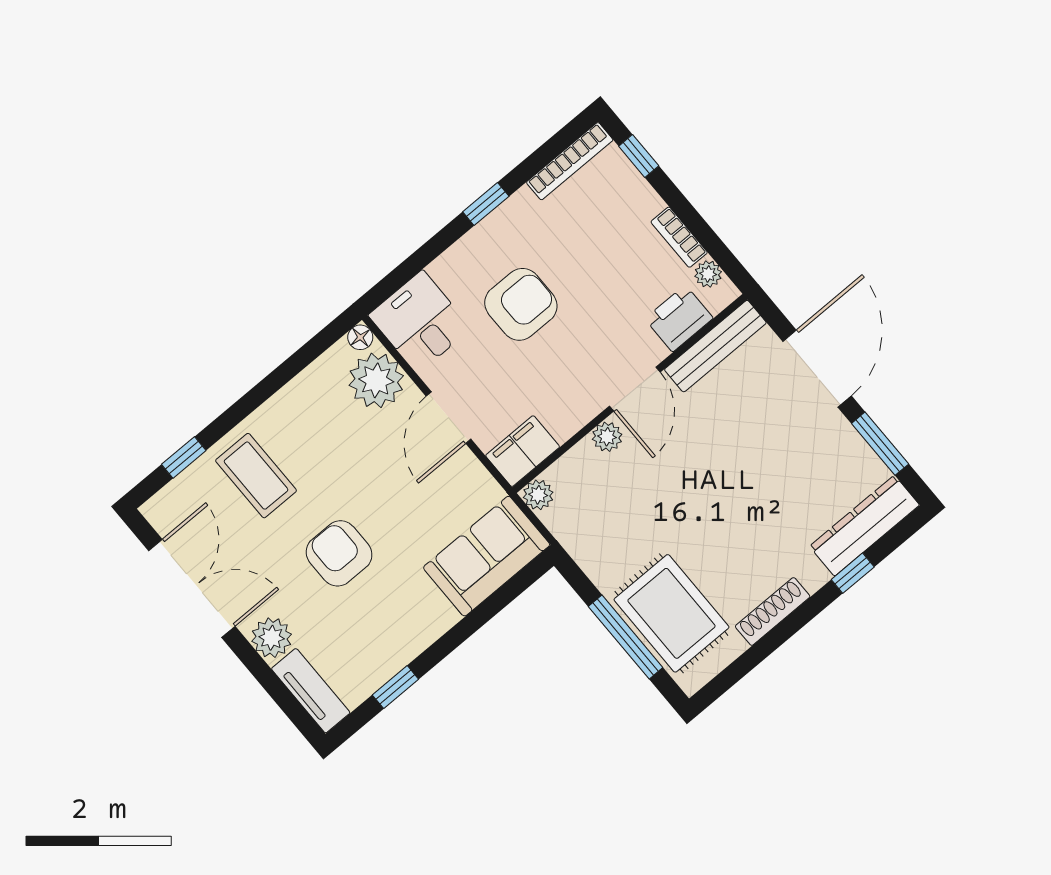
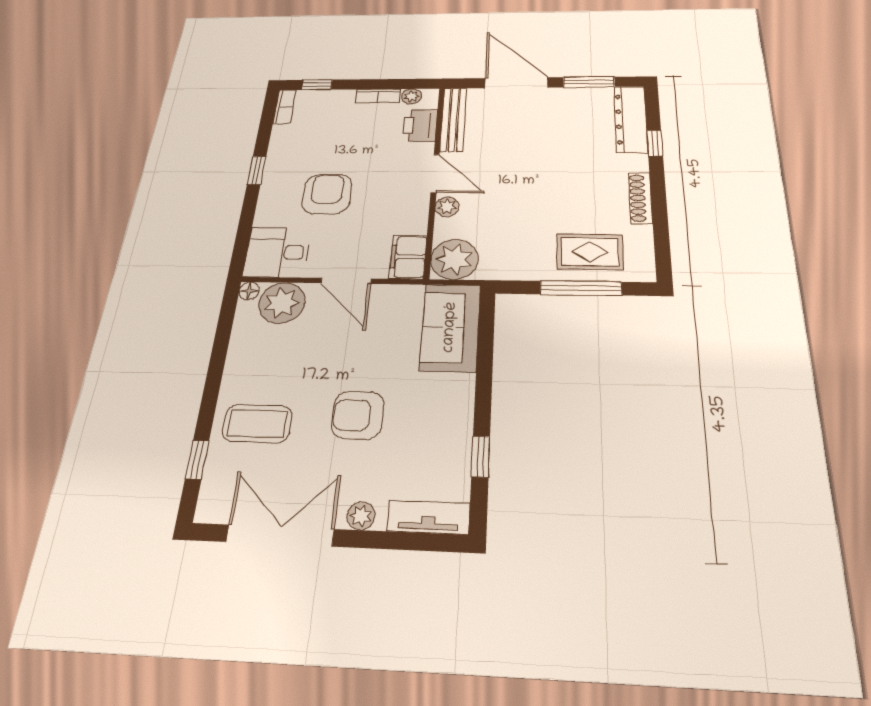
bookcase: (570, 161) -> (285, 107), width x0.64
plant: (538, 495) -> (454, 259), width x1.87, depth x1.87
rug: (671, 613) -> (590, 252), width x0.73, depth x0.70
plant: (272, 638) -> (361, 516), width x0.73, depth x0.73

